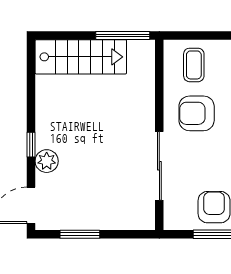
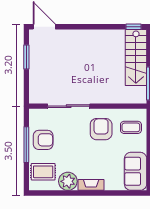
window: (31, 145) -> (134, 27), moved
plant: (47, 161) -> (72, 36), removed

